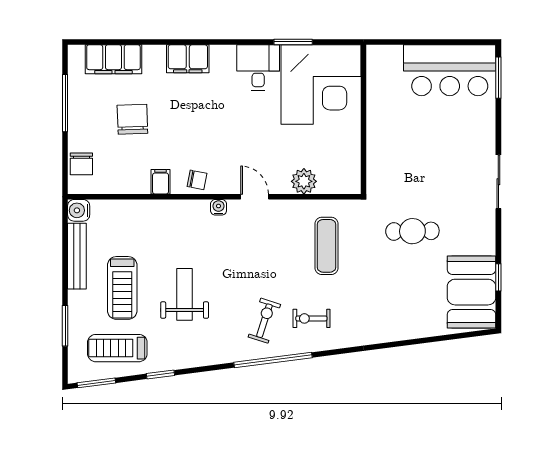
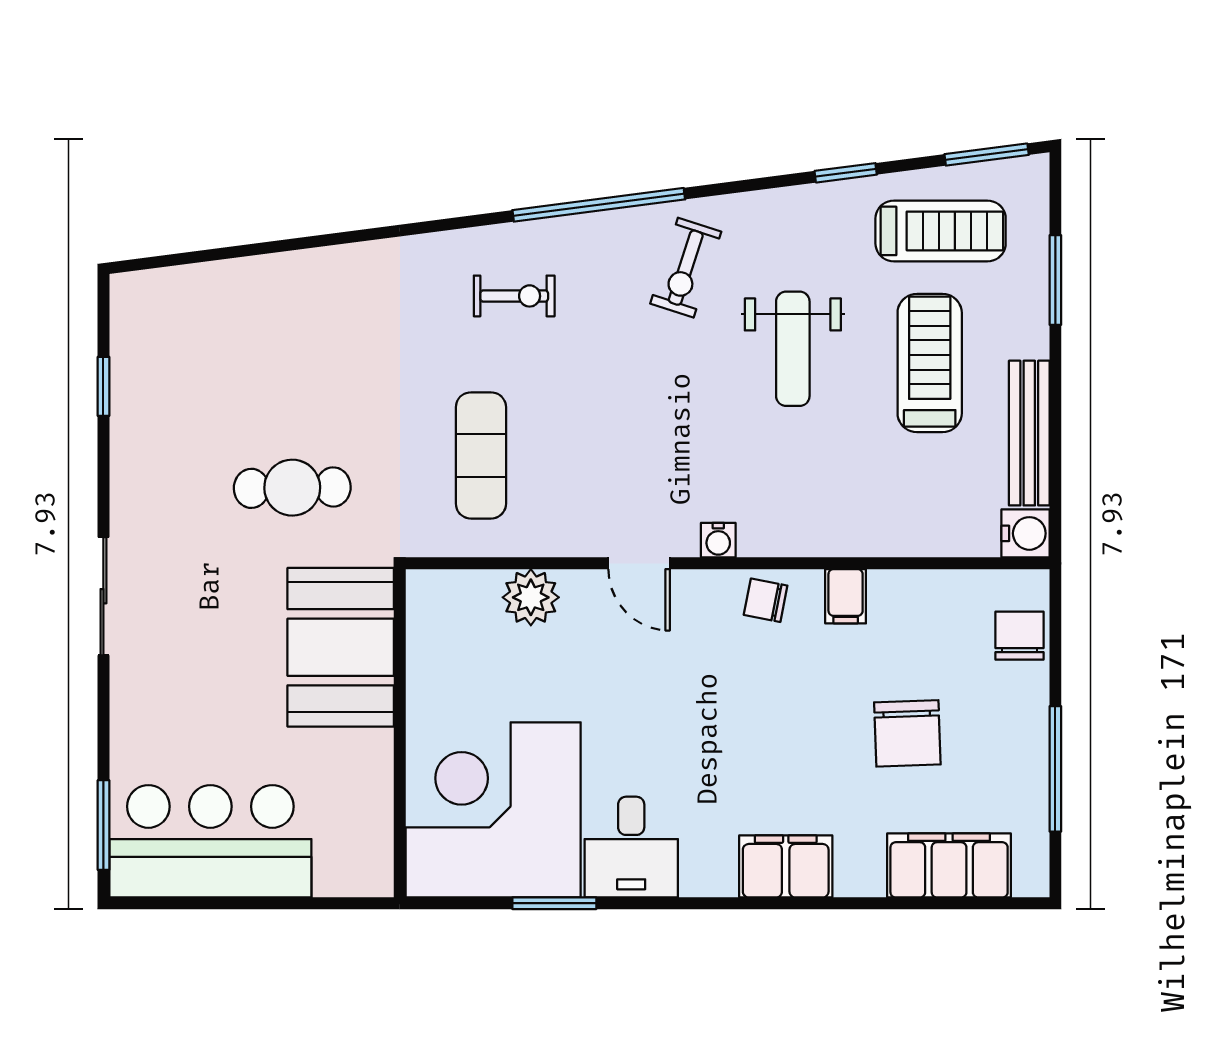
booth: (472, 292) -> (341, 647), moved
exercise bike: (264, 321) -> (686, 268), moved

